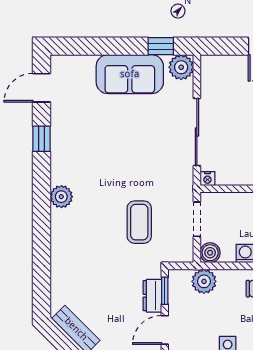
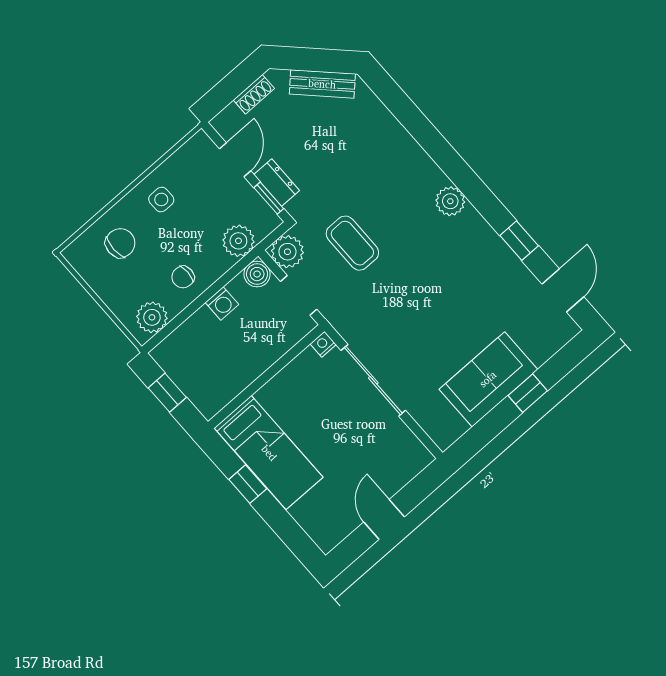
window: (161, 46) -> (528, 393), moved
plant: (181, 67) -> (287, 252), moved

